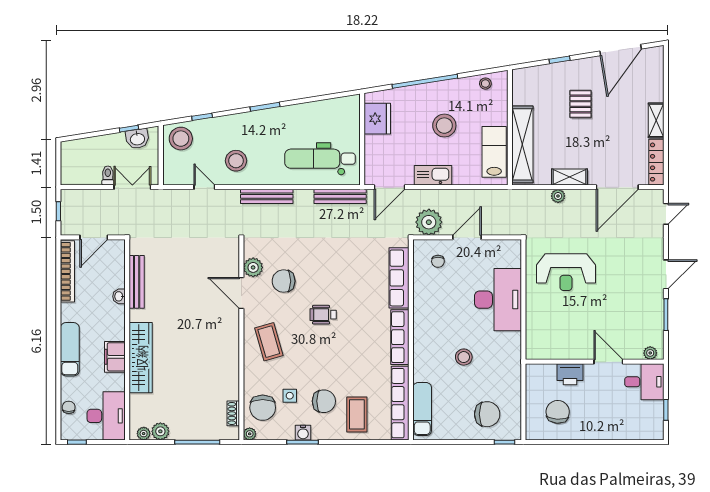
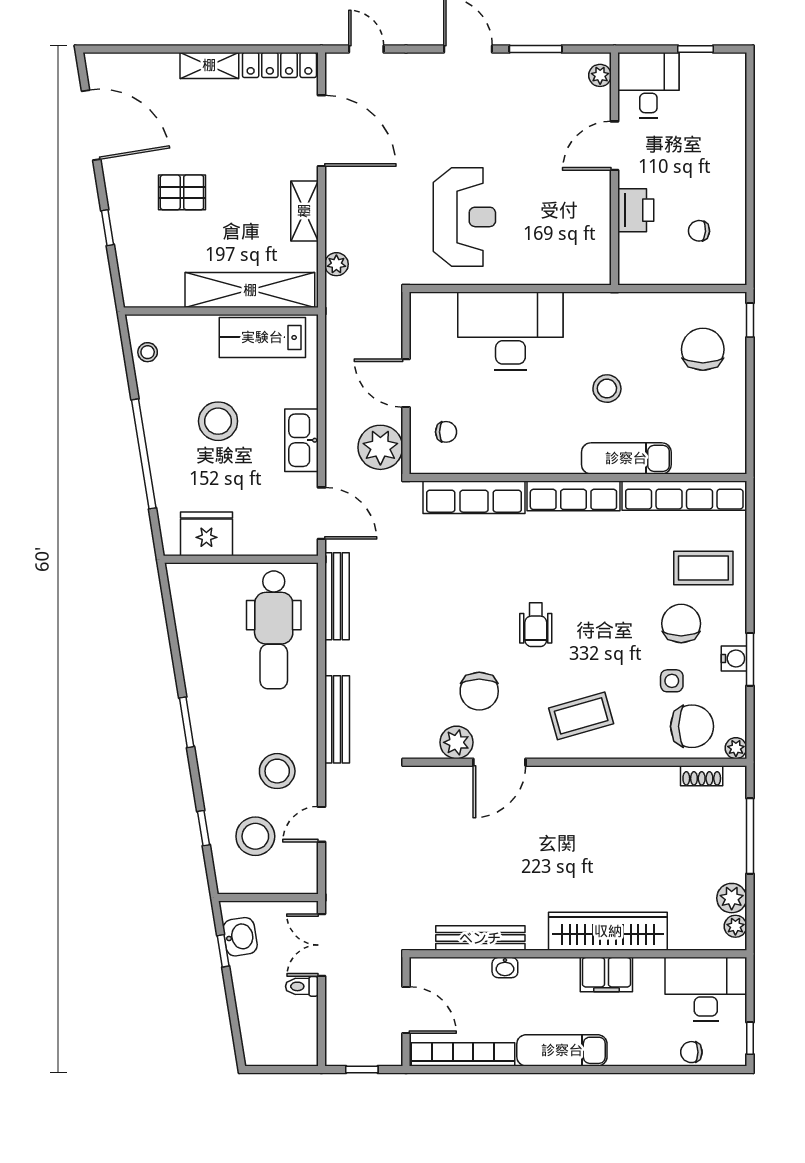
stool: (181, 139) -> (255, 836), moved
plant: (558, 196) -> (336, 264), moved
exam couch: (70, 349) -> (562, 1050), moved
exam couch: (422, 409) -> (626, 458), moved
chair: (558, 412) -> (699, 231), width x0.54, depth x0.54

